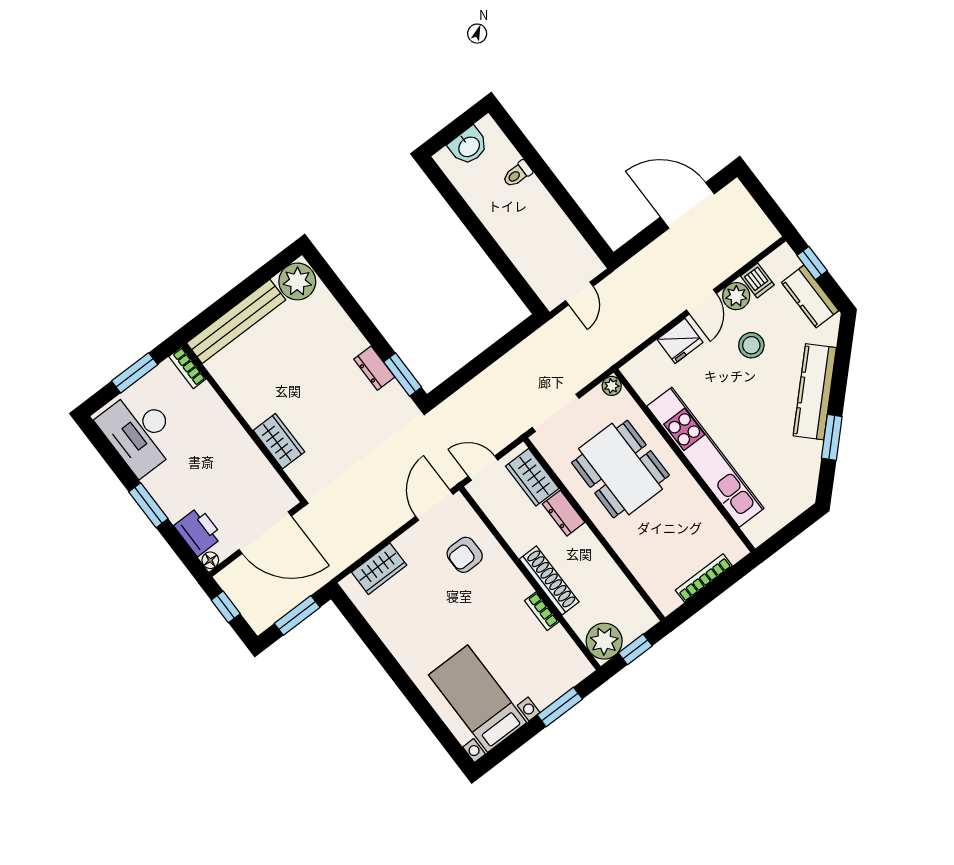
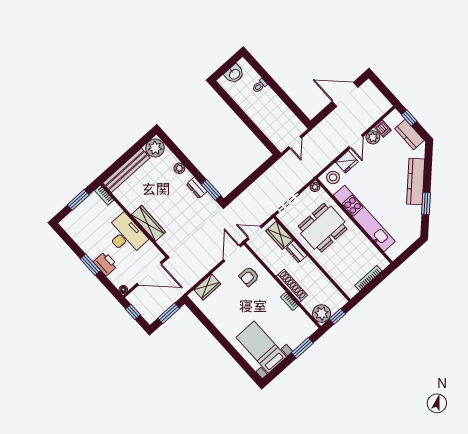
plant: (343, 326) -> (179, 168), added
stool: (751, 345) -> (333, 177), moved
desk: (140, 432) -> (126, 235), moved, turned 180
wardrobe: (279, 441) -> (148, 223), width x1.50
dining table: (620, 469) -> (323, 228), turned 90
printer: (198, 531) -> (105, 264), moved

